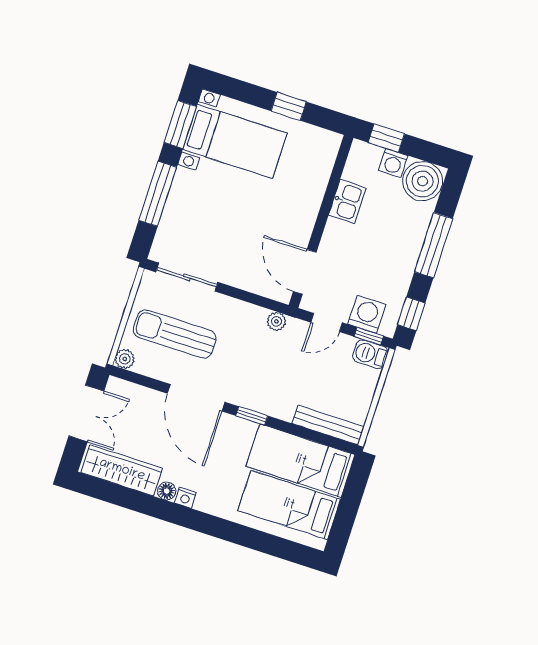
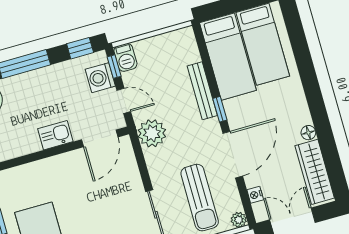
kitchen sink: (347, 201) -> (55, 135), moved
plant: (276, 321) -> (152, 133), width x1.88, depth x1.88
bench: (328, 425) -> (202, 91), moved
nightstand: (185, 498) -> (255, 195), moved, turned 180

